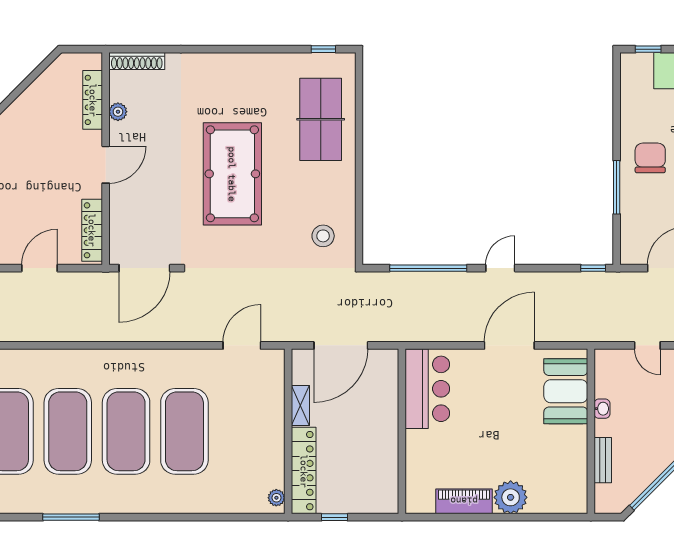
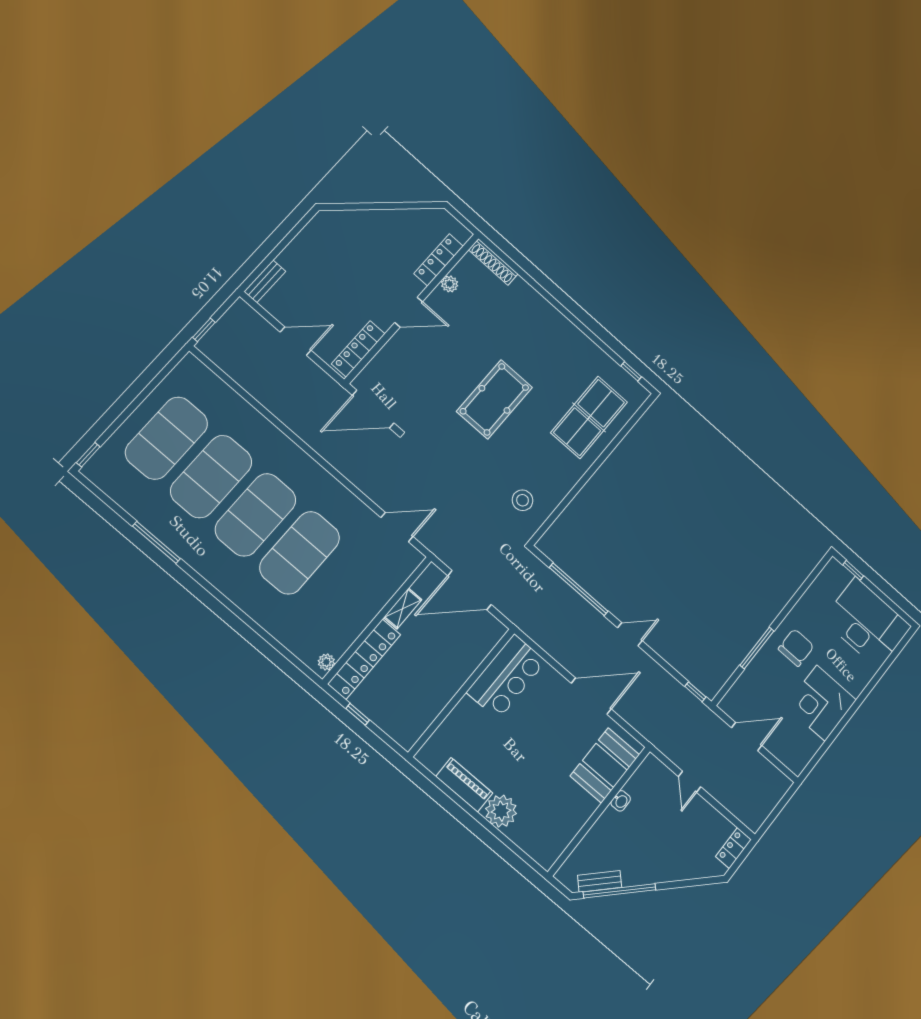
pool table: (232, 174) -> (494, 399), width x0.73, depth x0.76
bench: (603, 460) -> (600, 881), moved, turned 45

